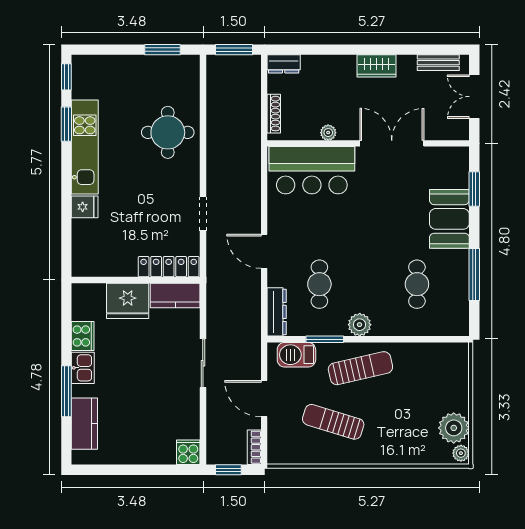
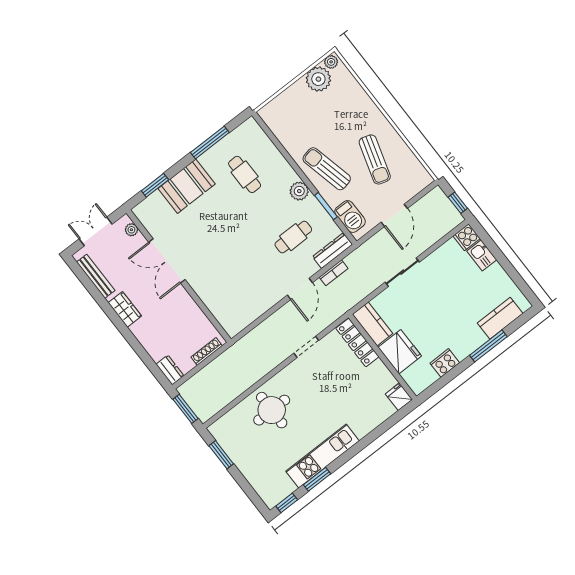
bench: (438, 63) -> (96, 276), width x1.36
double door: (474, 97) -> (96, 231), swing flipped
plant: (328, 133) -> (131, 230), moved
bar counter: (312, 170) -> (224, 299), removed
fridge: (85, 207) -> (399, 397), moved
cafe table: (417, 284) -> (245, 174), turned 90
kitchen sink: (83, 368) -> (482, 255), moved, turned -90
bookcase: (254, 447) -> (334, 273), moved

